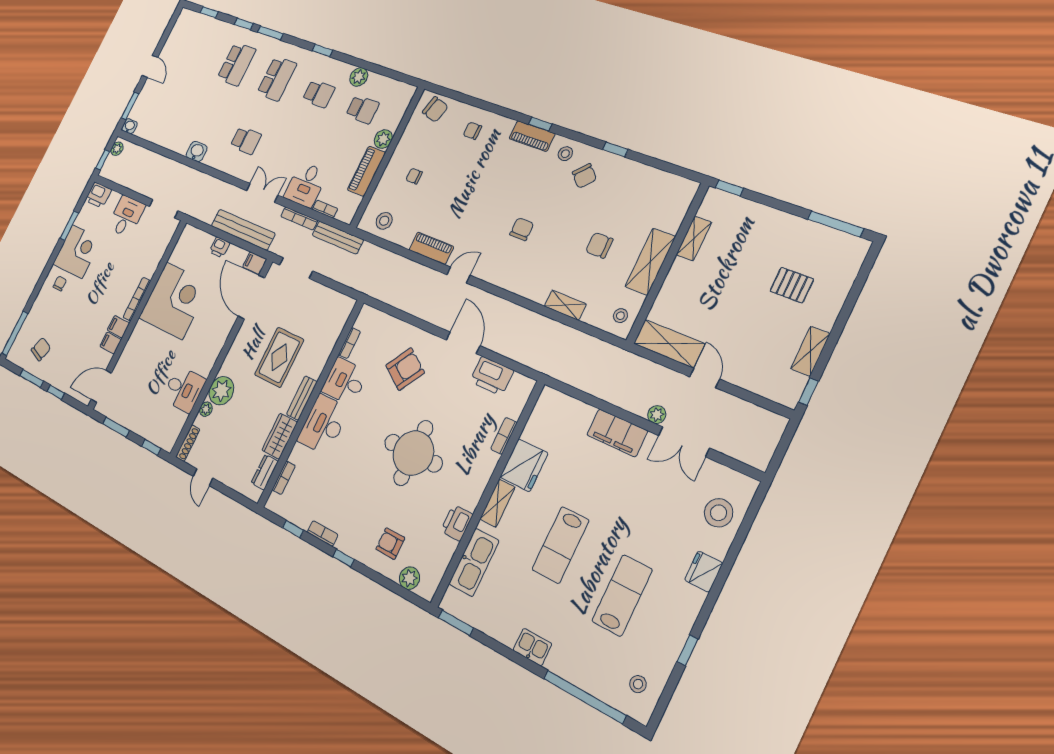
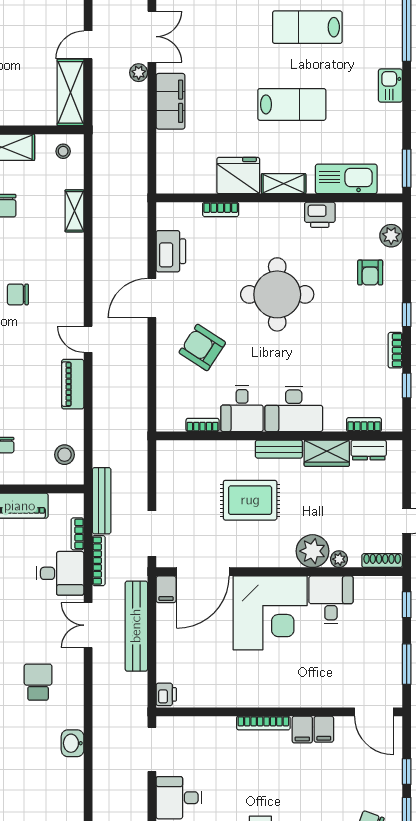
printer: (220, 247) -> (166, 694), moved
corner desk: (174, 301) -> (270, 613), moved, turned 180

